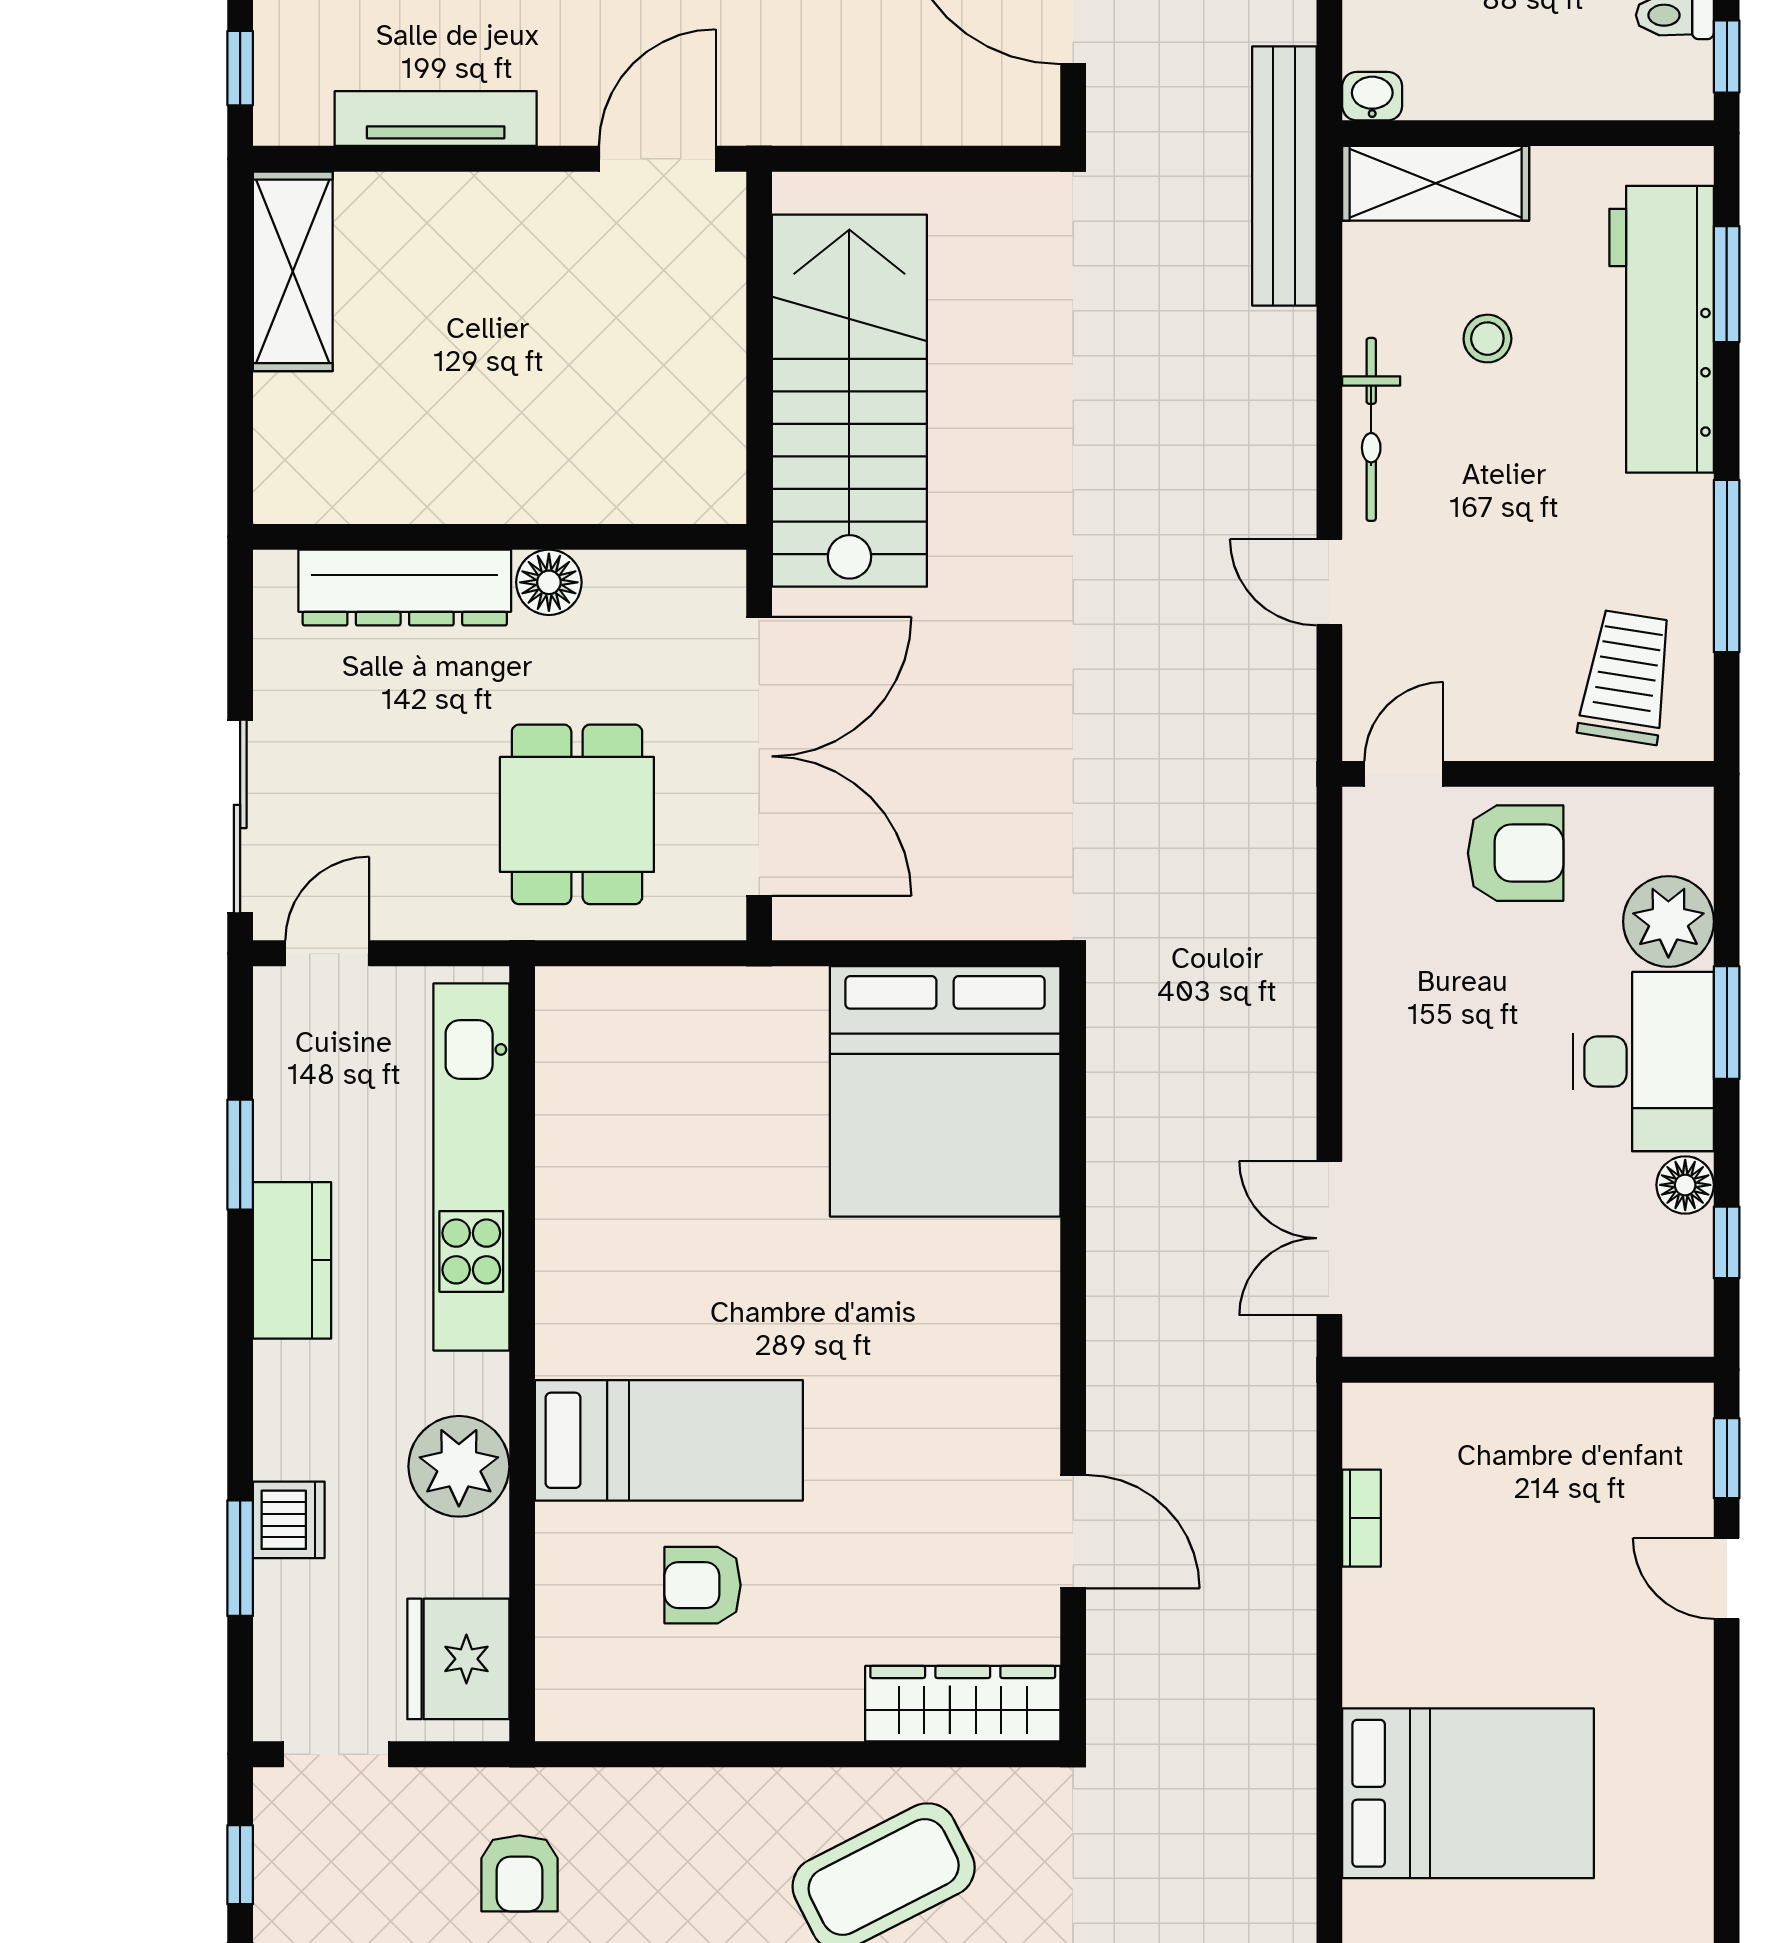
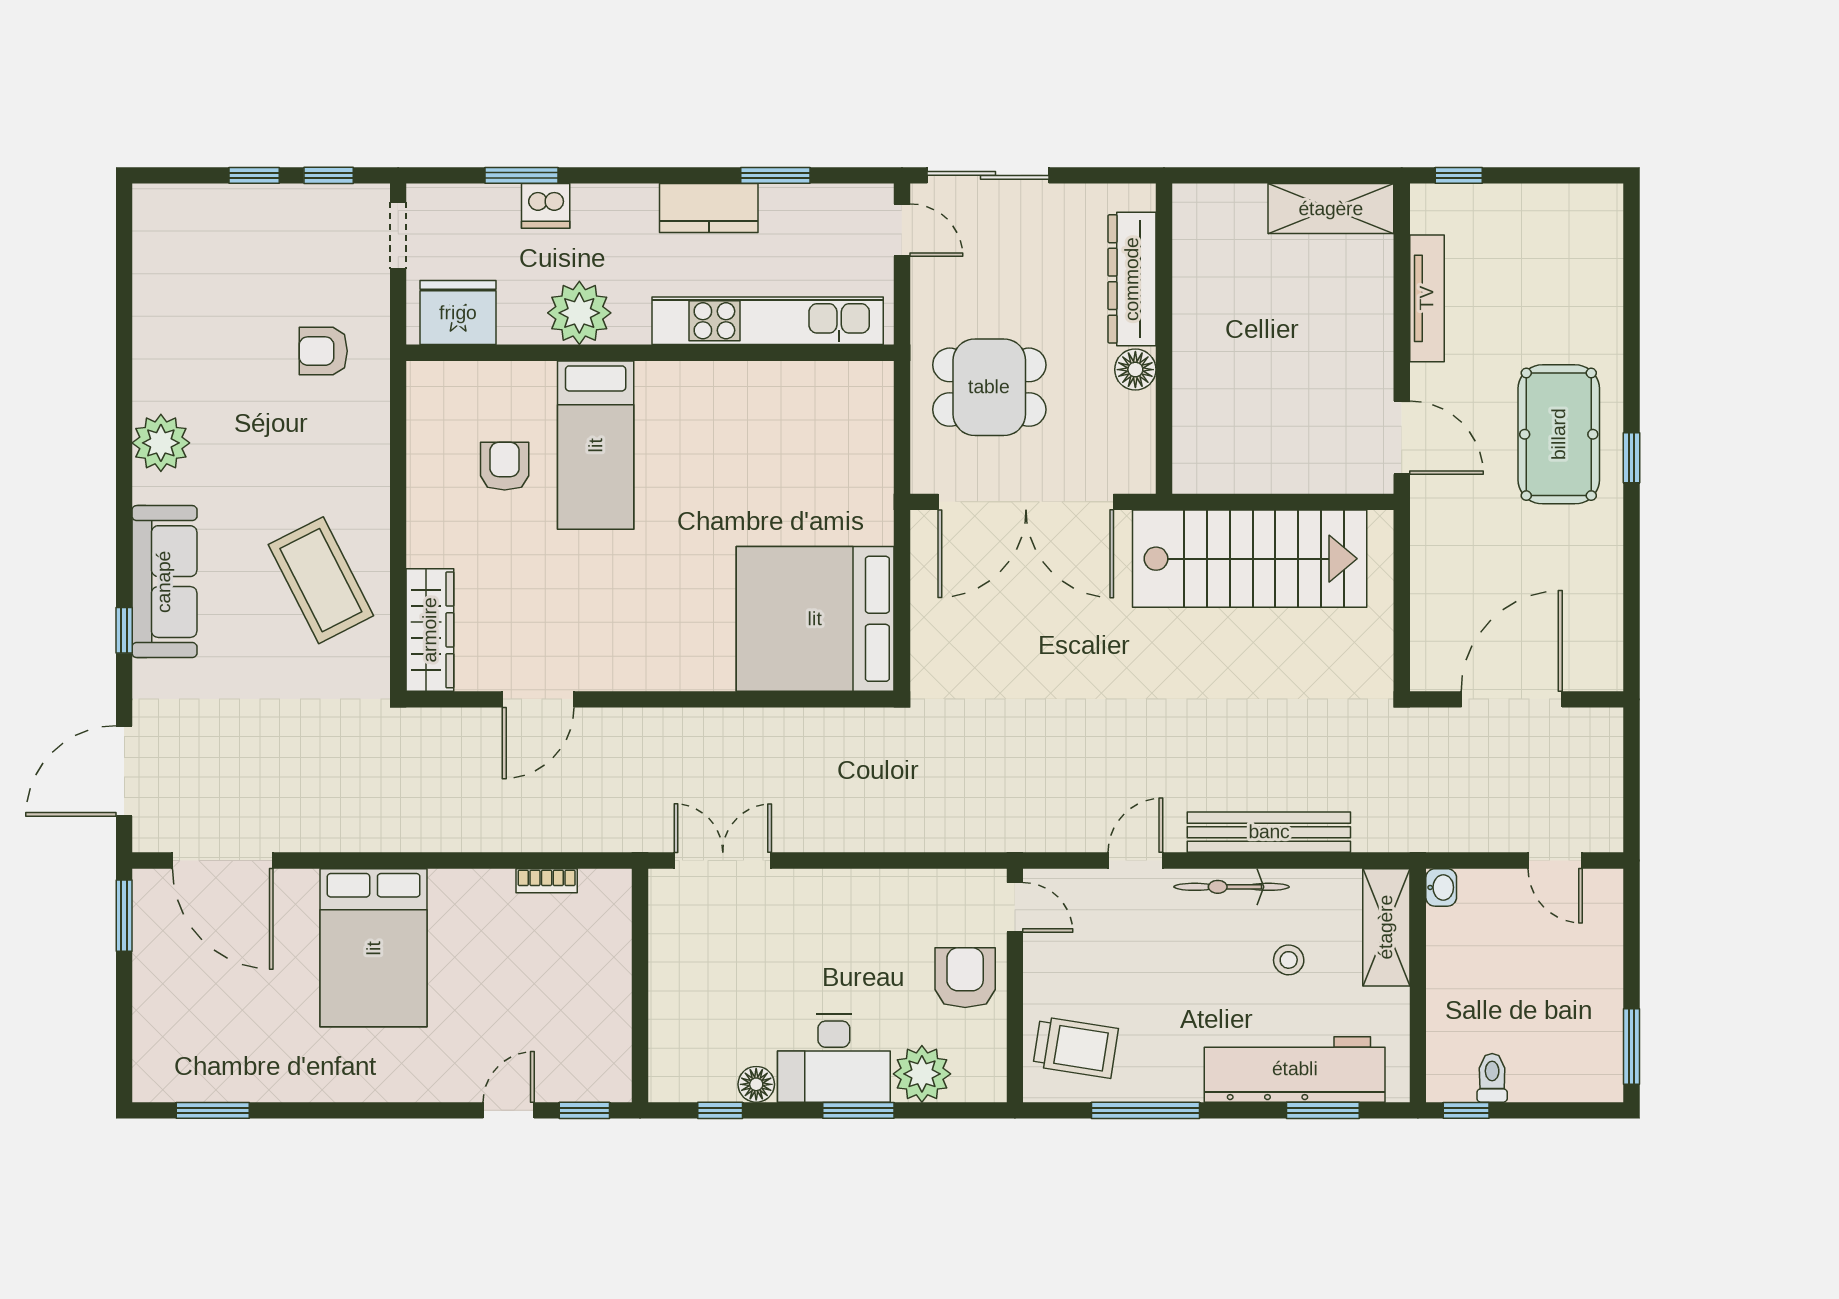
bench: (1284, 176) -> (1269, 832), moved
armchair: (1516, 853) -> (965, 978), turned 180

